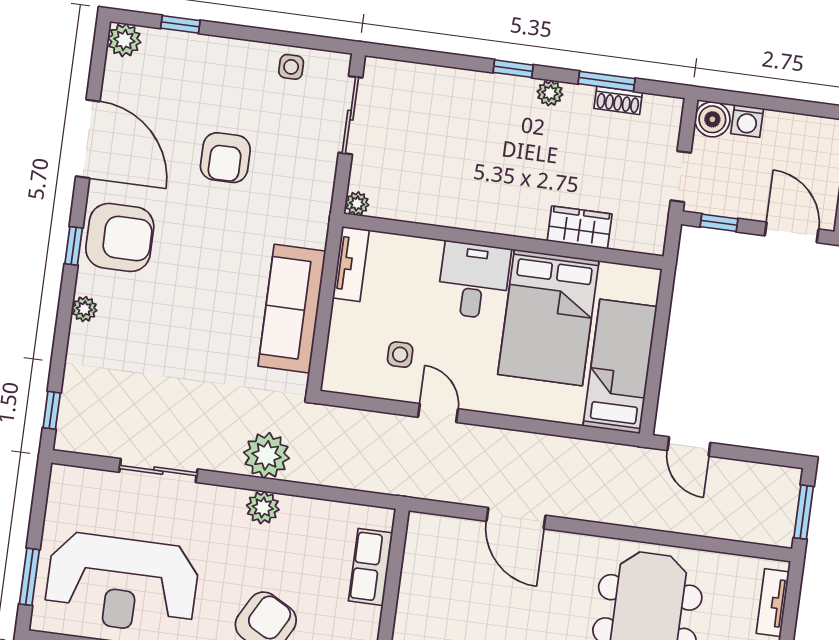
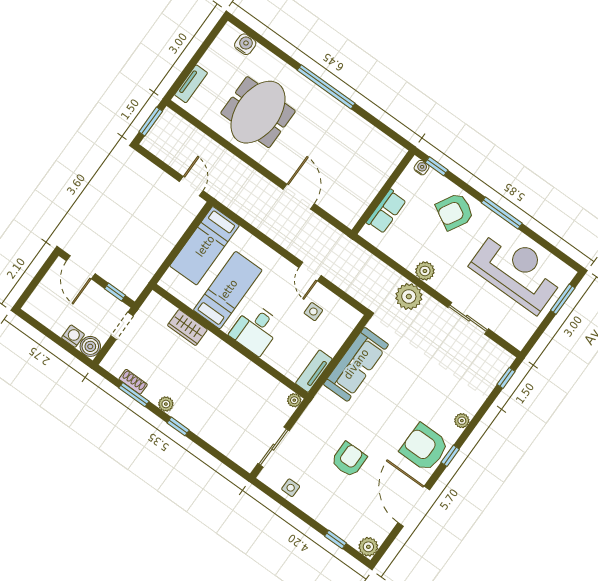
bed: (548, 317) -> (228, 290), width x0.67

